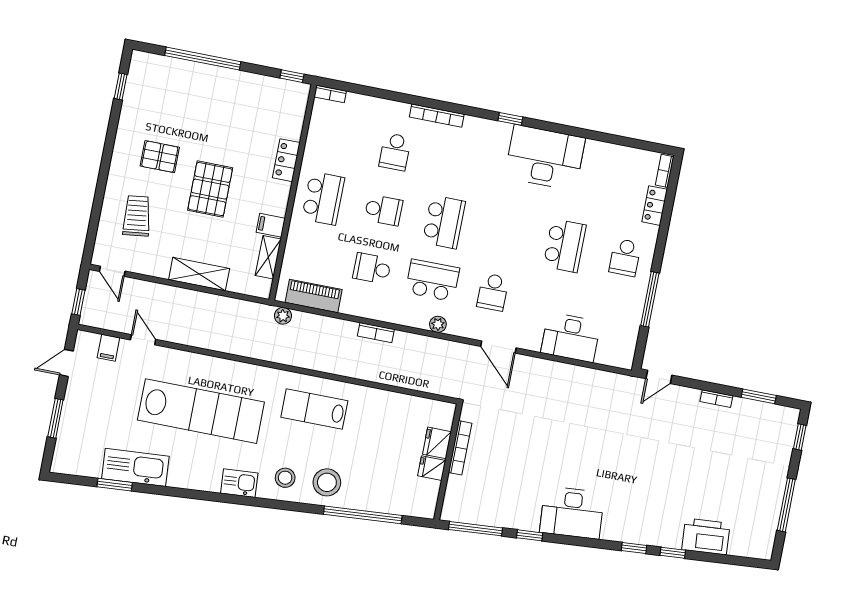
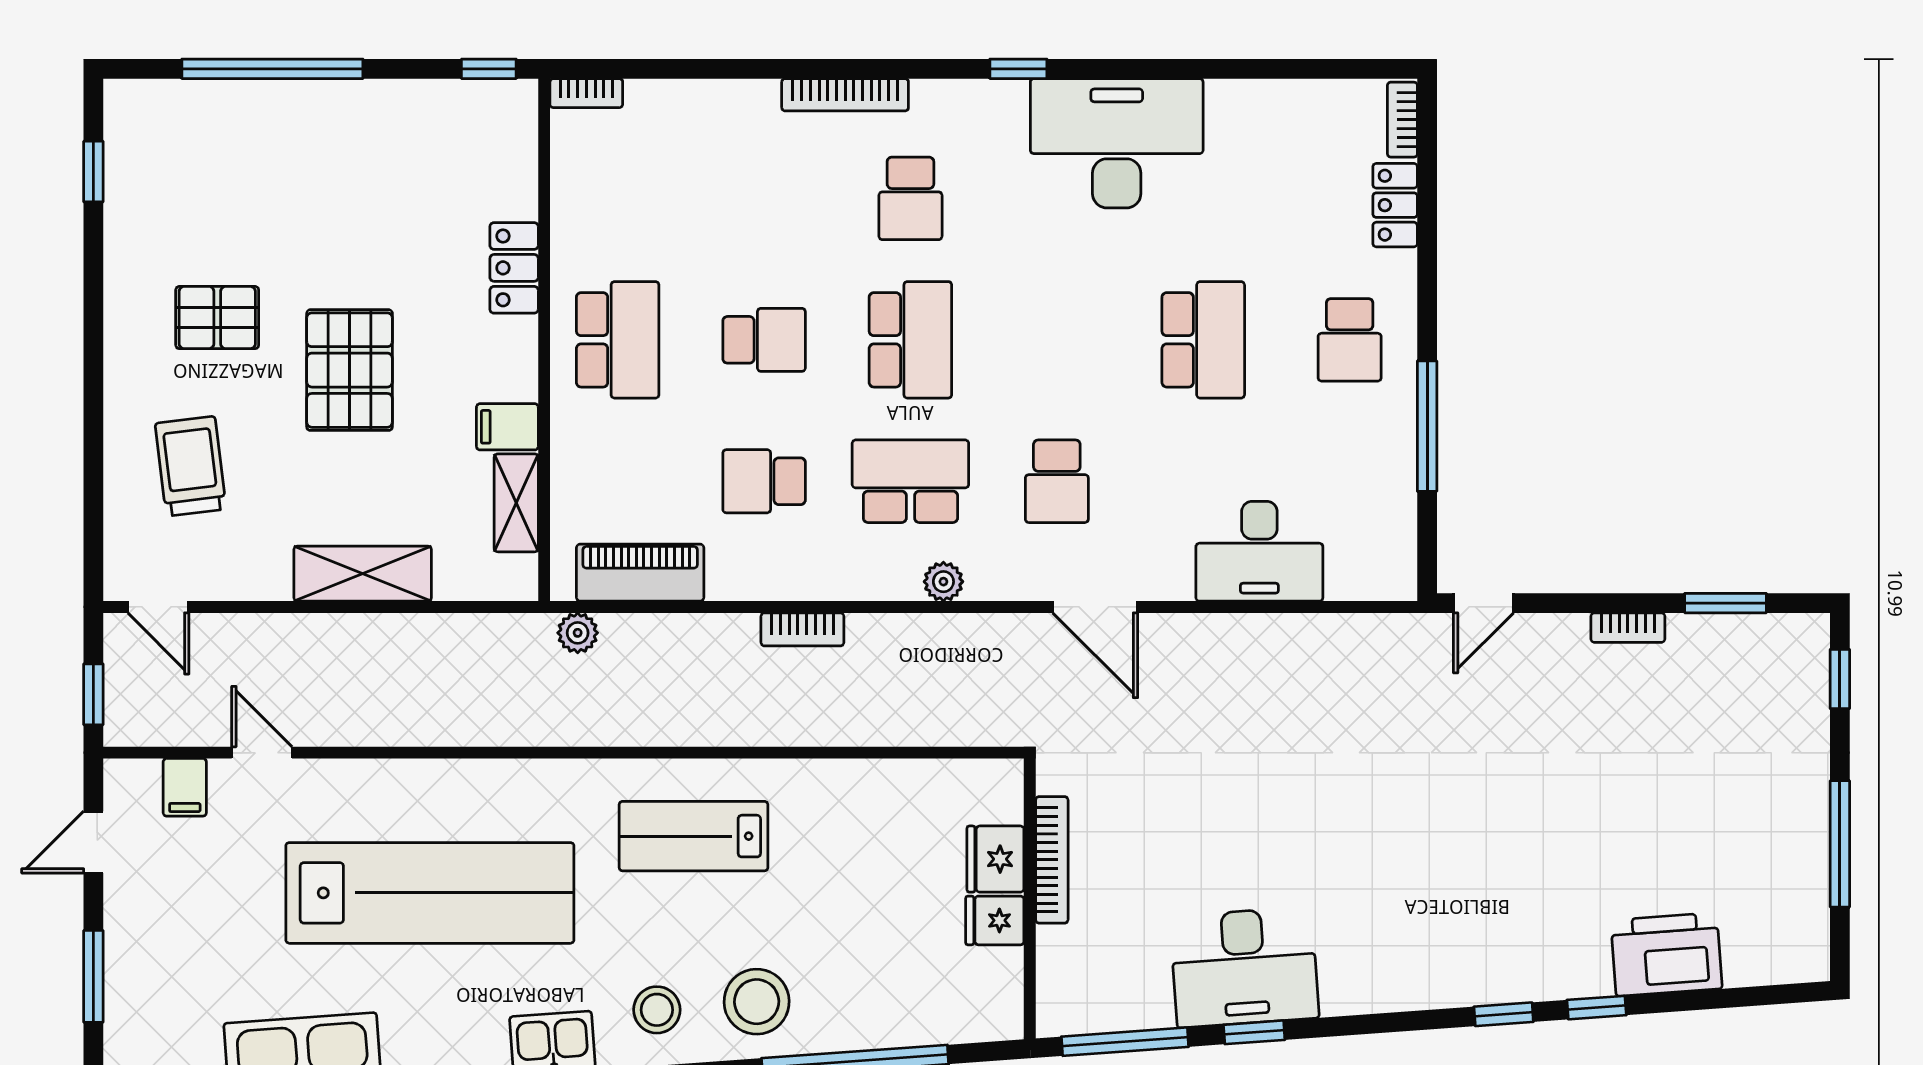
school desk: (395, 152) -> (910, 198), moved
desk: (572, 513) -> (1244, 967), moved

